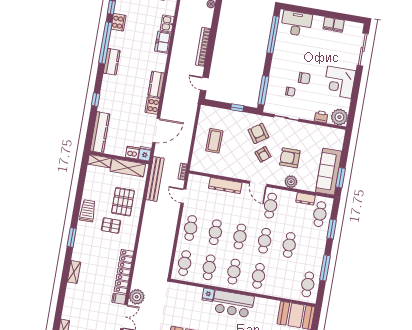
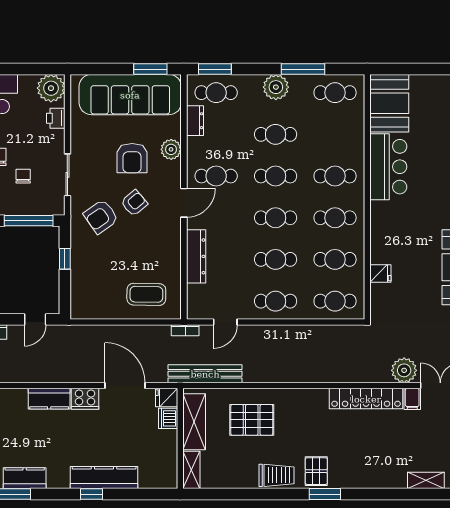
kitchen counter: (100, 132) -> (104, 478), moved
coffee table: (214, 141) -> (146, 294), moved
sofa: (329, 172) -> (130, 95), width x1.36, depth x1.27
trolley: (88, 211) -> (277, 475), turned 180
pallet: (111, 225) -> (316, 471), moved
window: (332, 229) -> (215, 69), moved
plant: (317, 250) -> (276, 87), added
shelving: (74, 272) -> (426, 480), moved
fridge: (208, 295) -> (380, 274), moved
bar counter: (233, 304) -> (388, 167), moved

